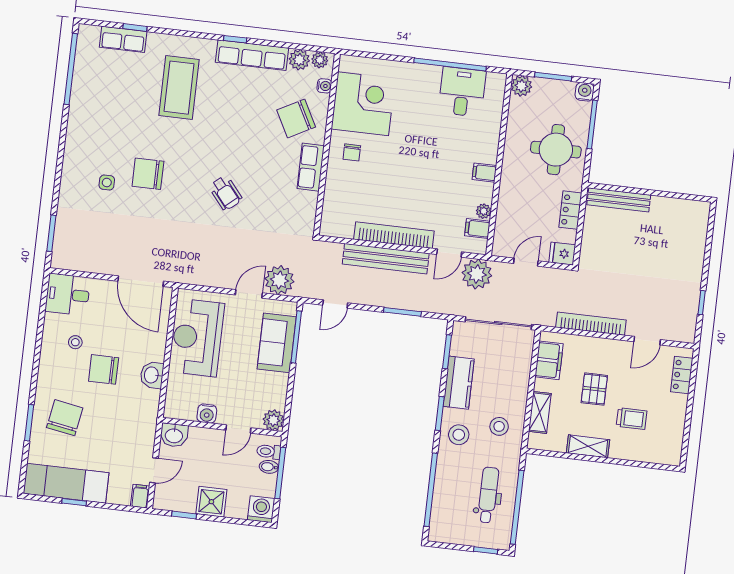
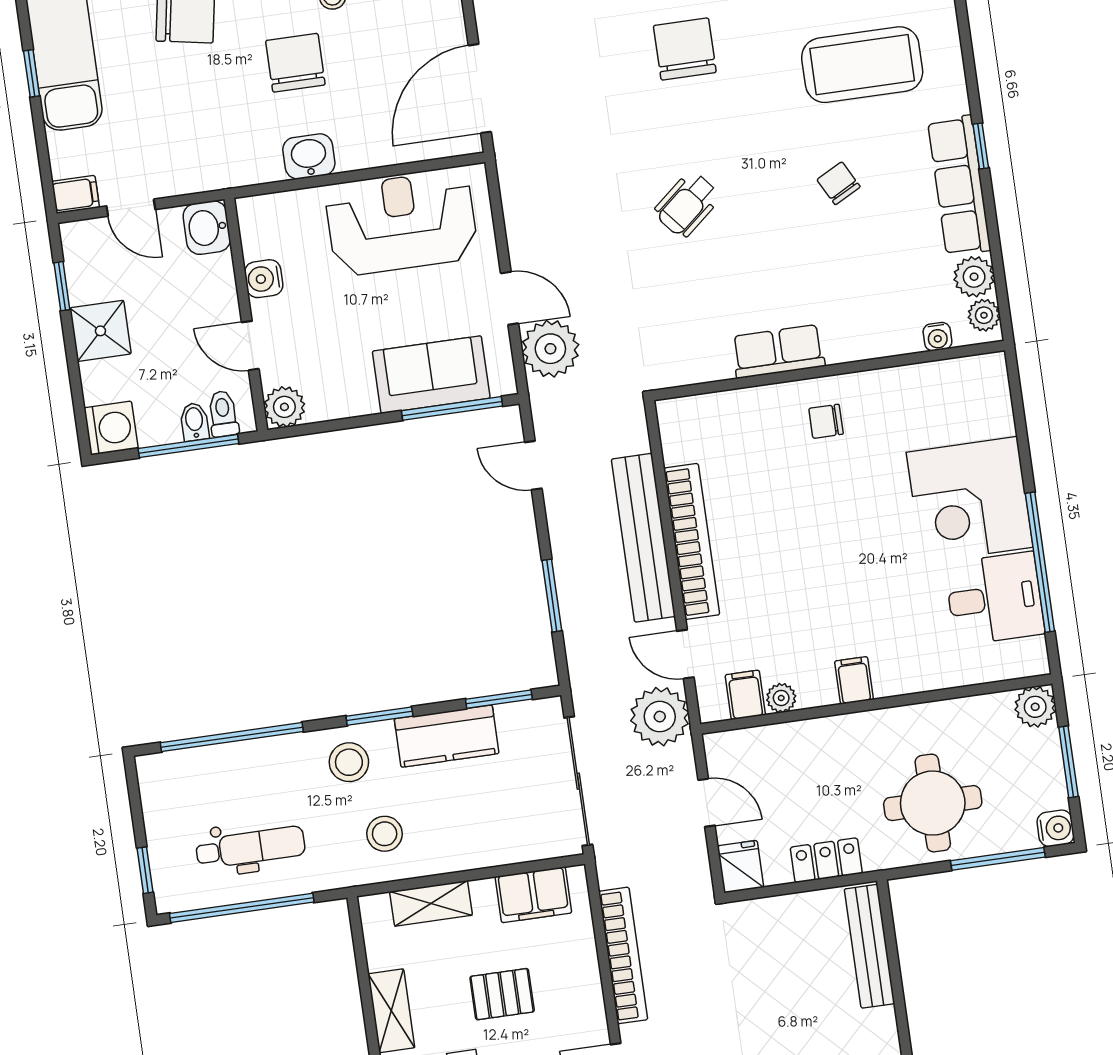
corner desk: (363, 104) -> (970, 500), moved, turned 90
chair: (296, 118) -> (839, 183), moved, width x0.54, depth x0.54

